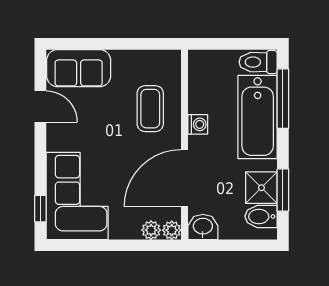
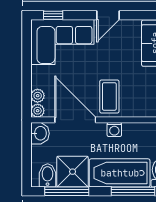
door: (40, 107) -> (108, 15), moved
coffee table: (150, 109) -> (109, 96), moved, turned 90
shower: (261, 188) -> (73, 172), width x1.36, depth x1.36
window: (283, 190) -> (67, 191), width x1.44

